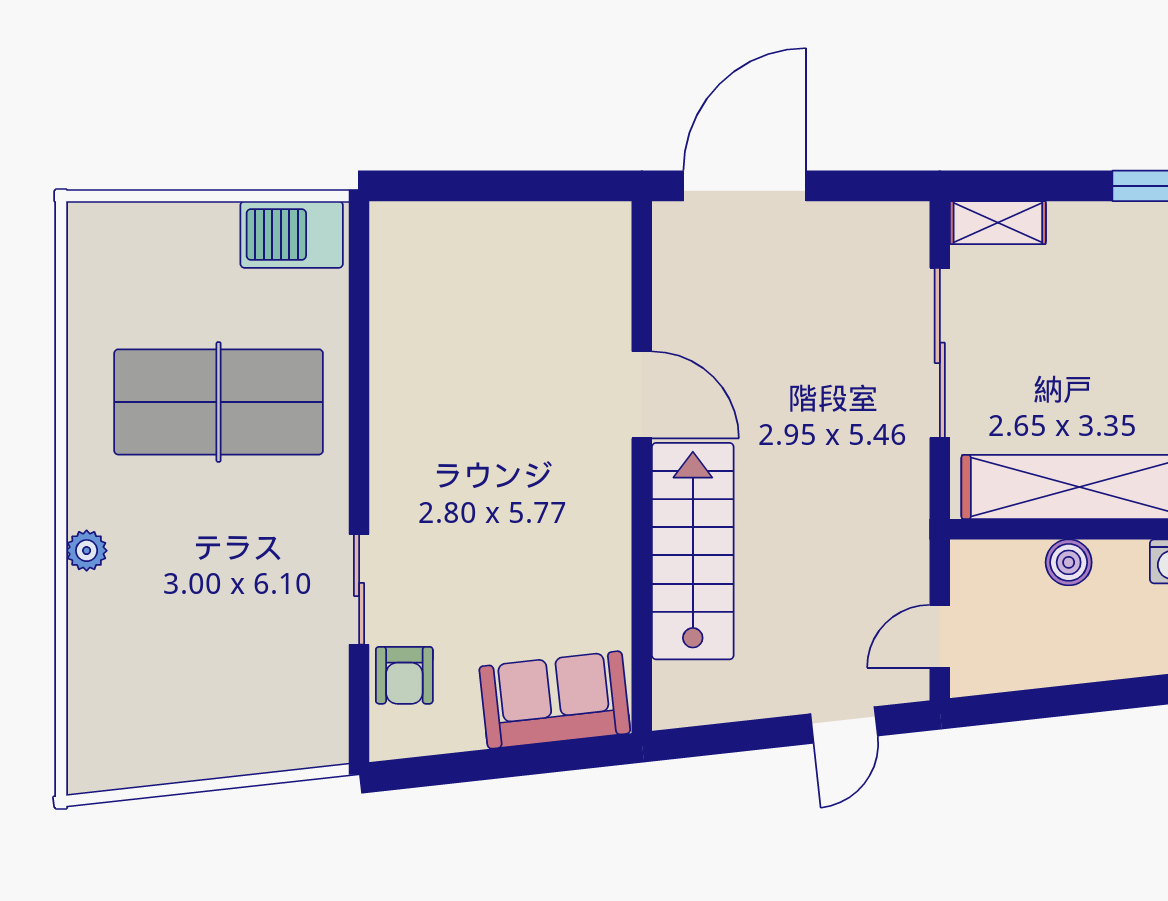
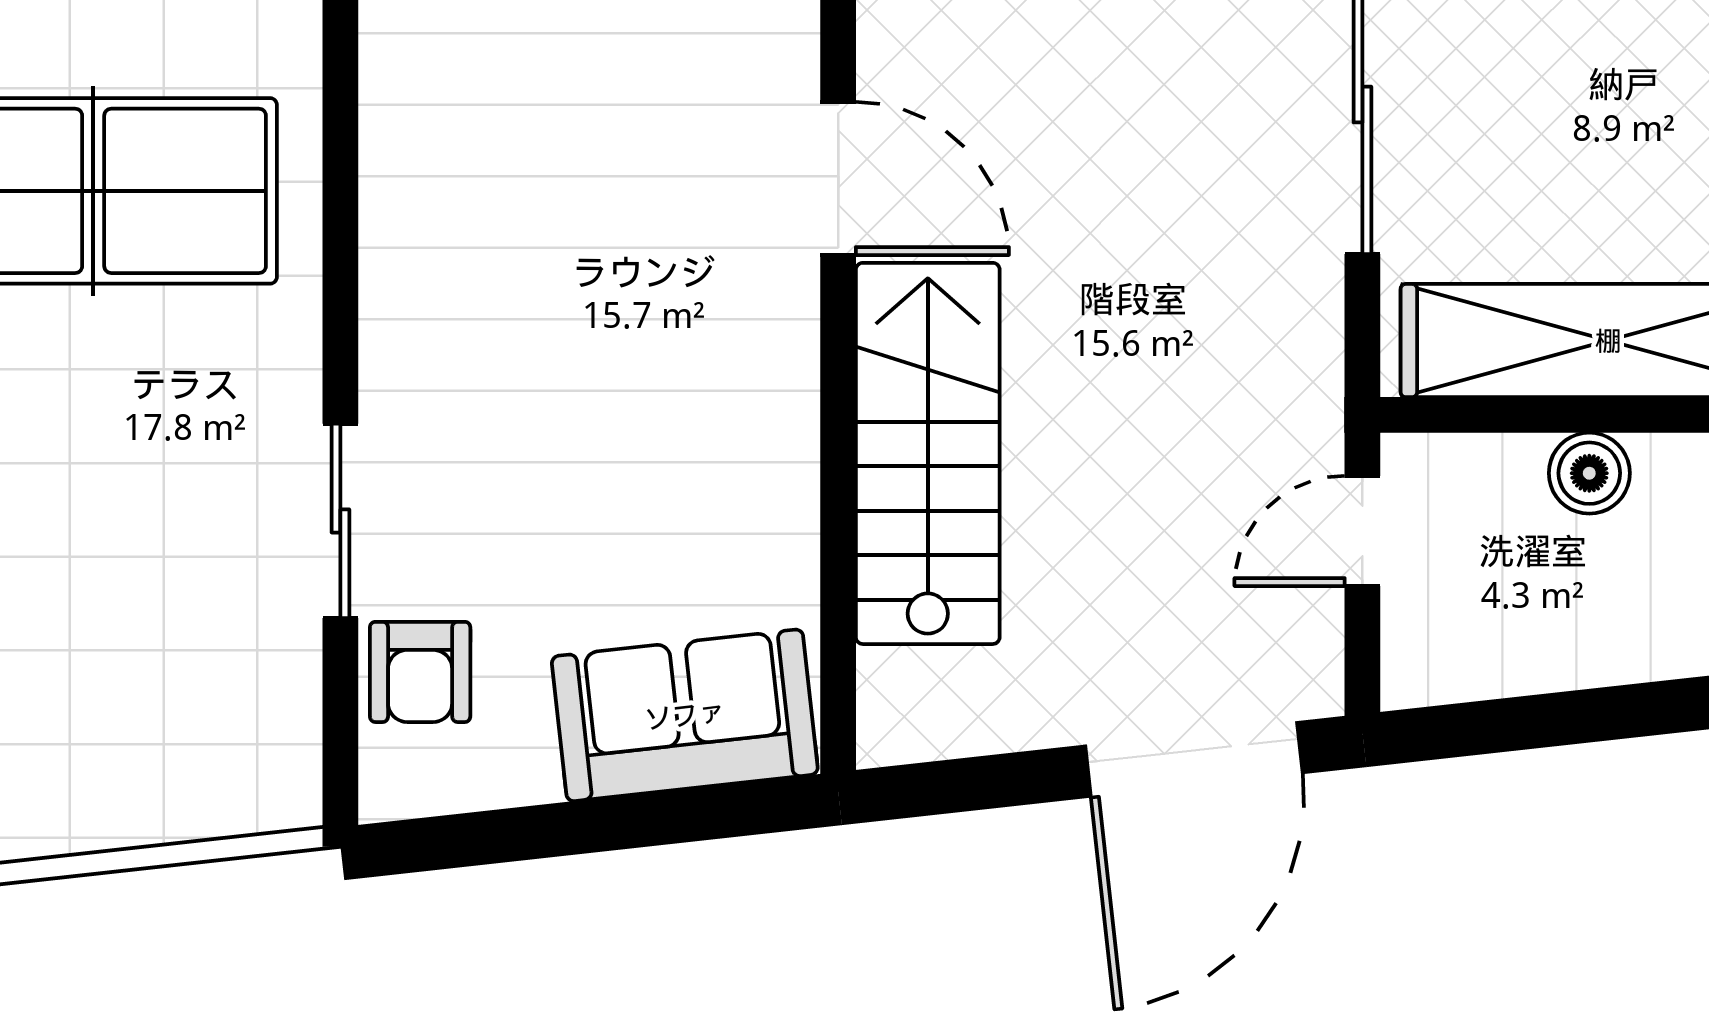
door: (940, 636) -> (1362, 531), moved
door: (844, 725) -> (1194, 759), width x1.88

